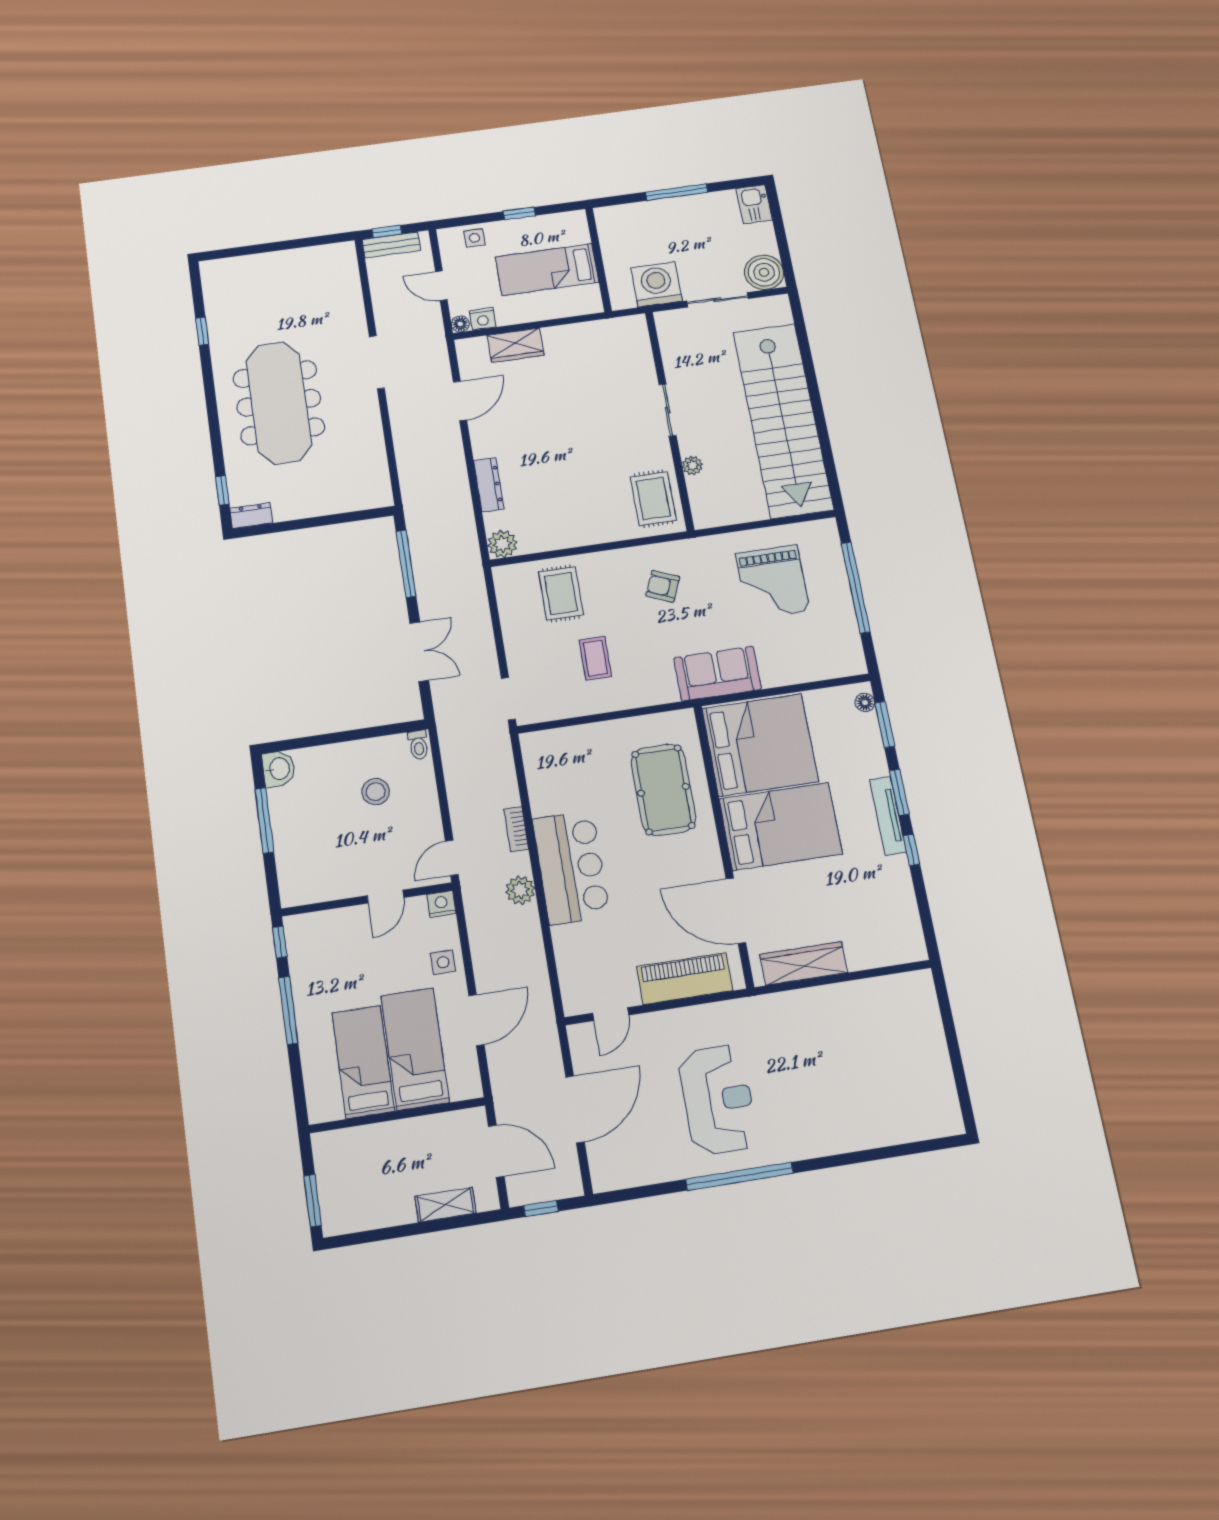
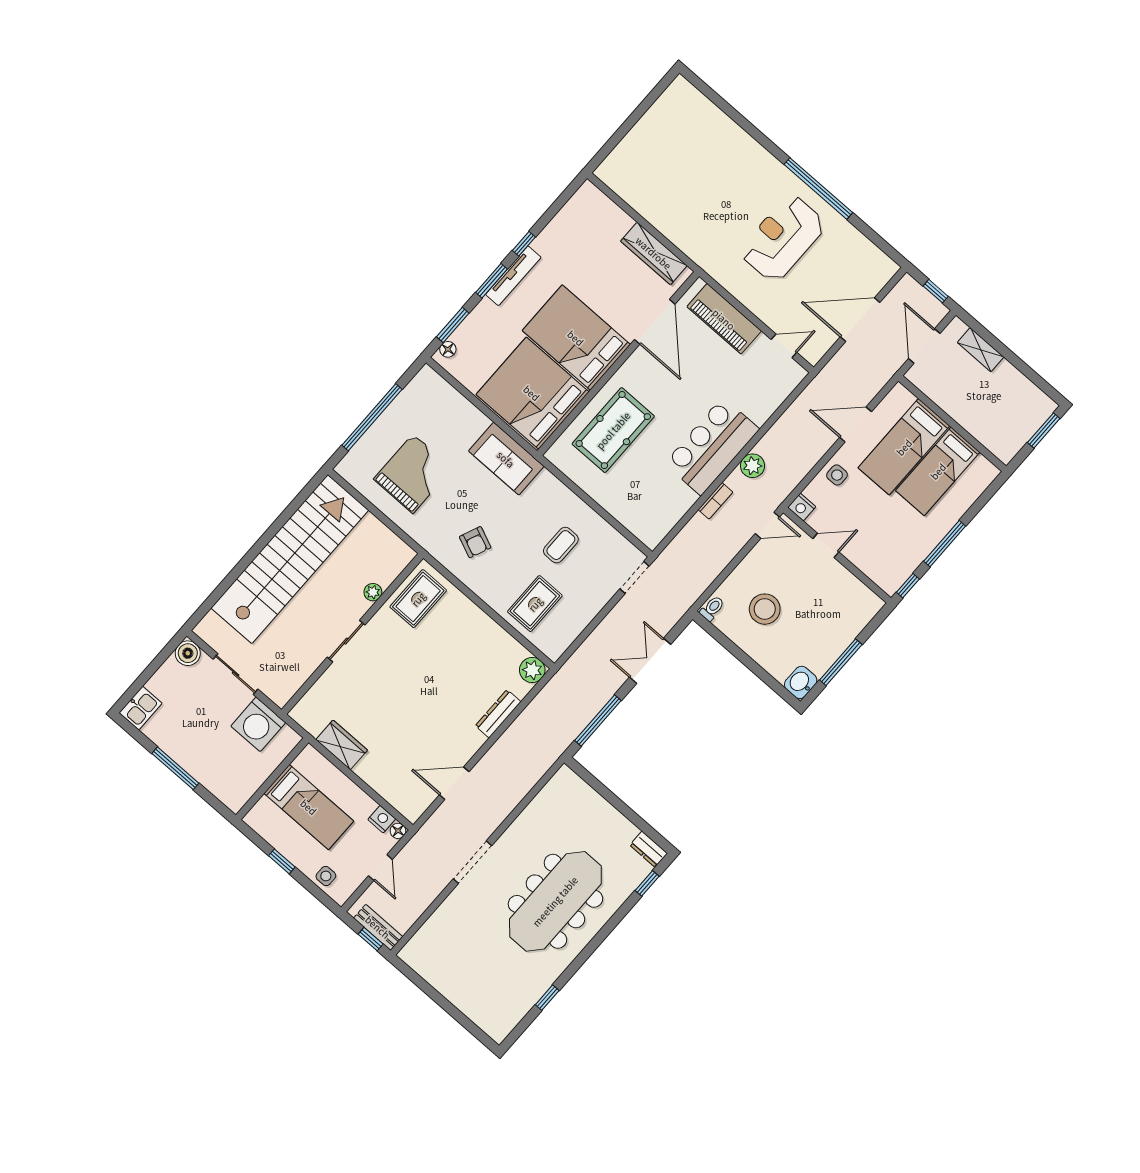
boiler: (764, 272) -> (188, 653), width x0.73, depth x0.73
wardrobe: (515, 345) -> (342, 745), moved
stool: (376, 792) -> (765, 609), width x1.38, depth x1.38

